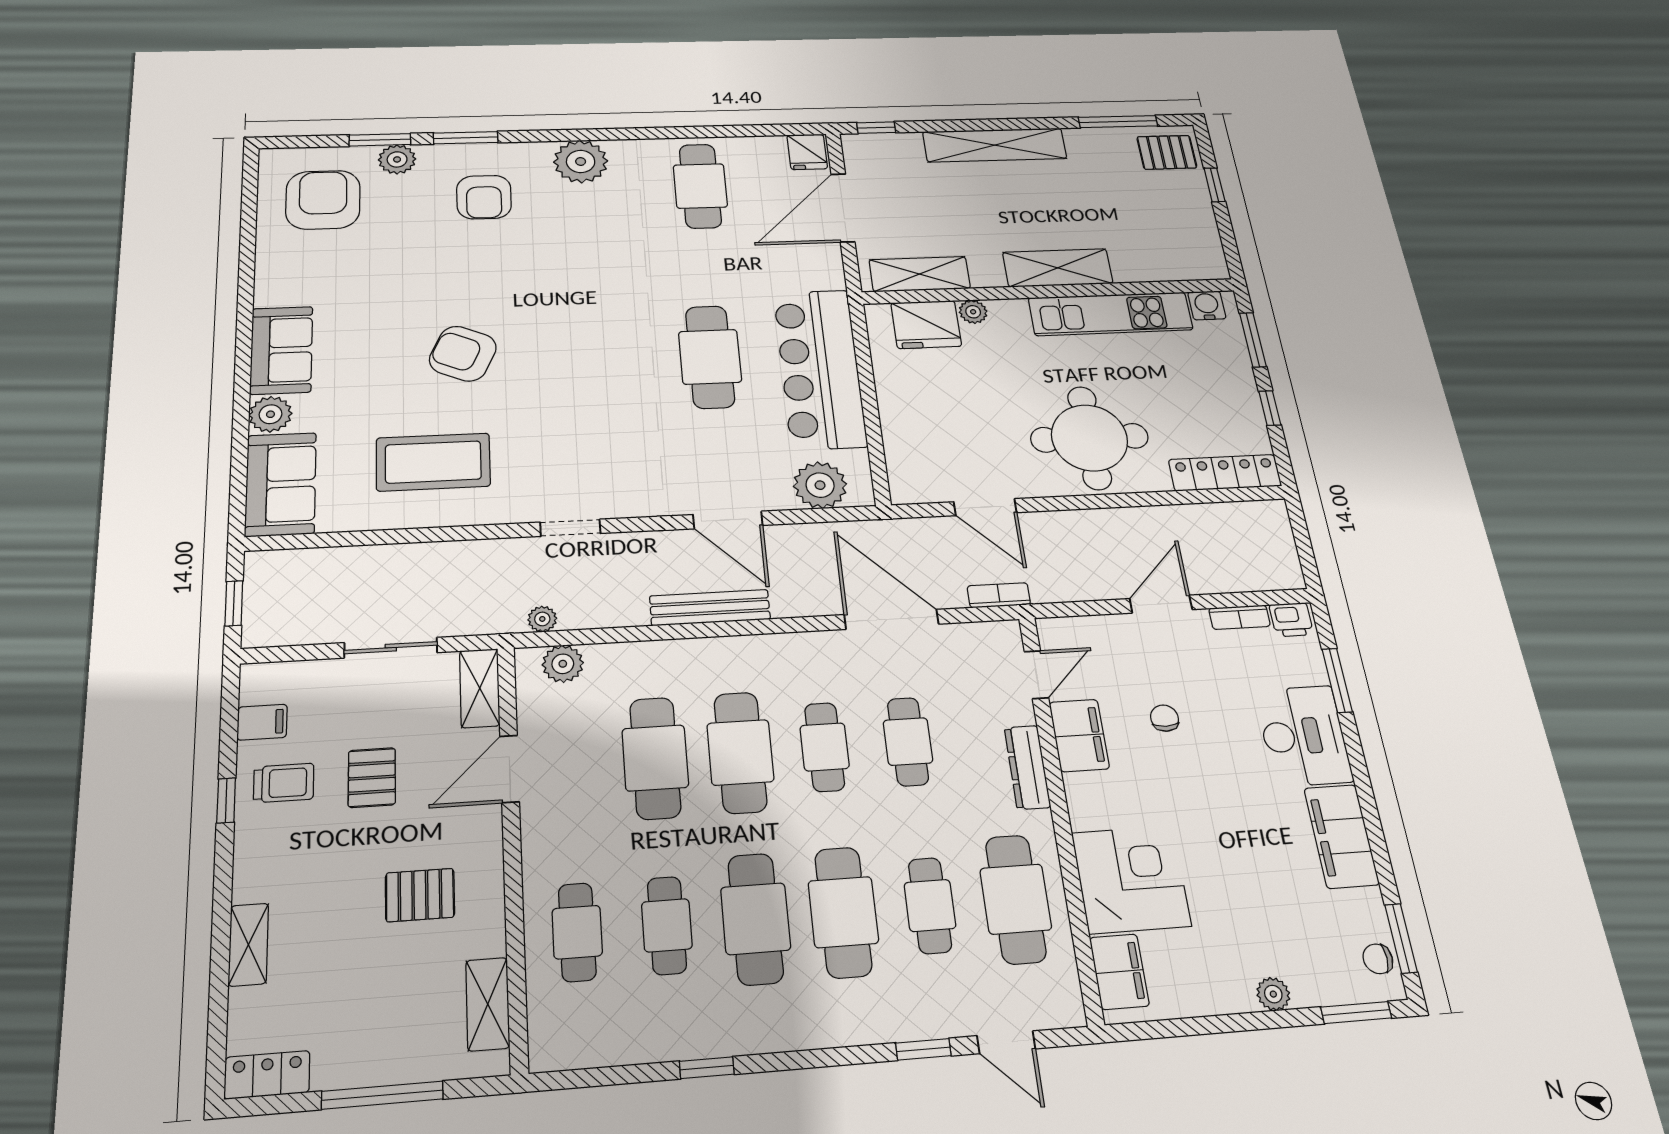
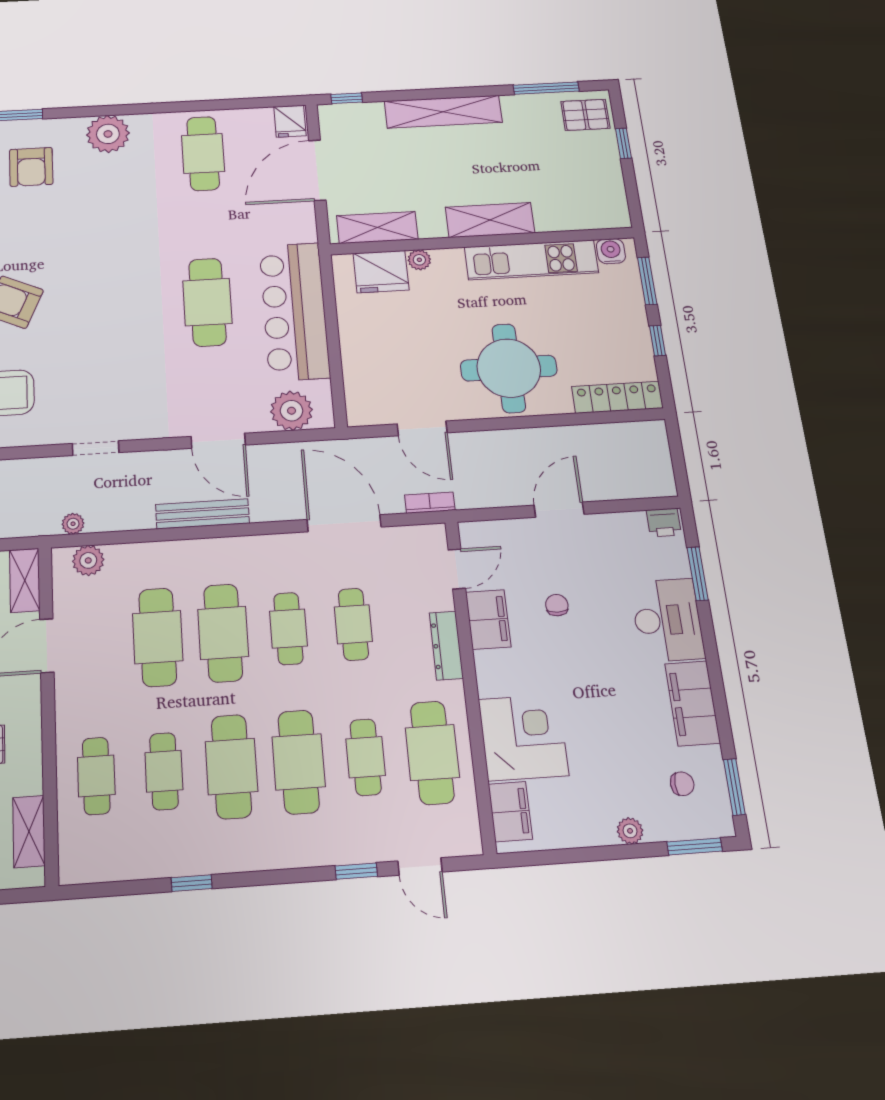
bookcase: (1240, 617) -> (622, 521), removed
chair: (1378, 959) -> (682, 784), moved, turned 180

